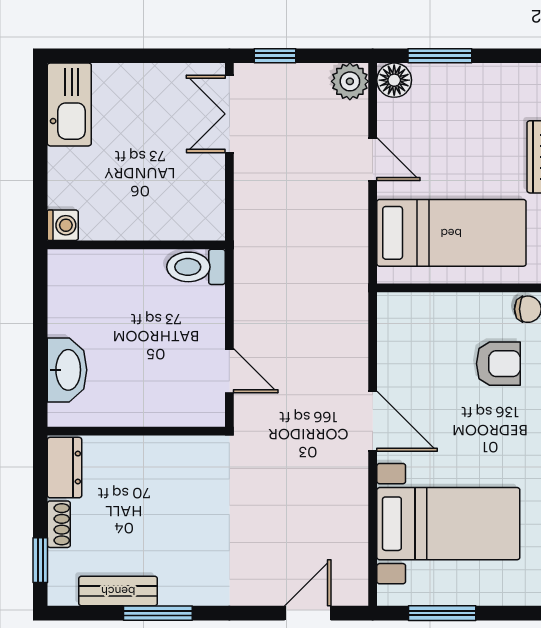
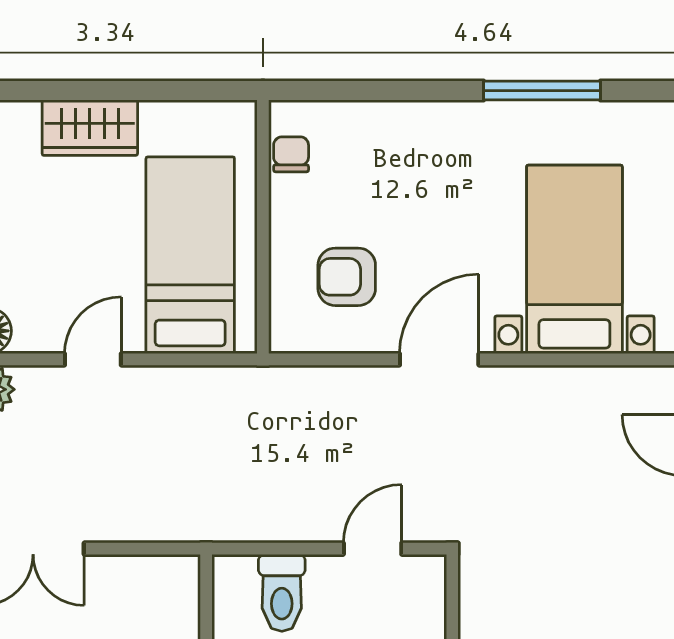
toilet: (196, 267) -> (282, 593), moved
armchair: (498, 364) -> (347, 277), moved, turned -90

